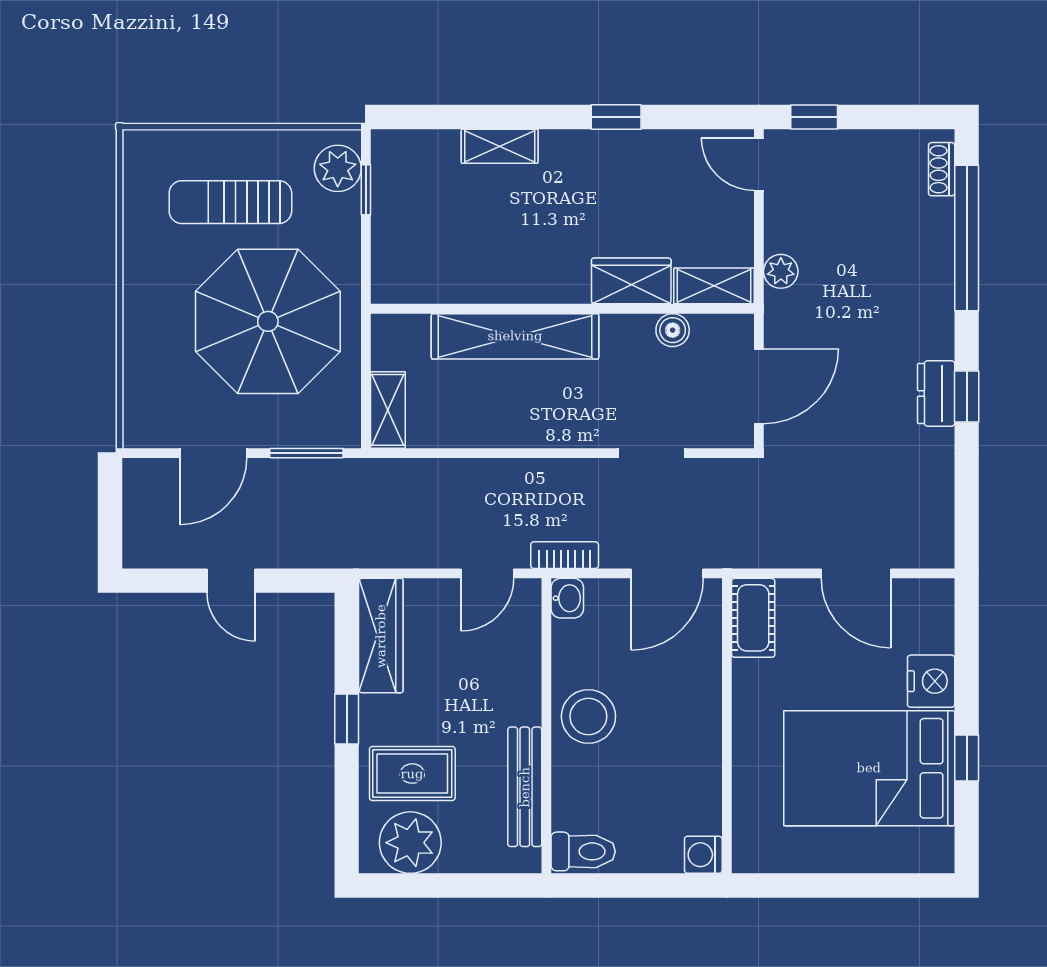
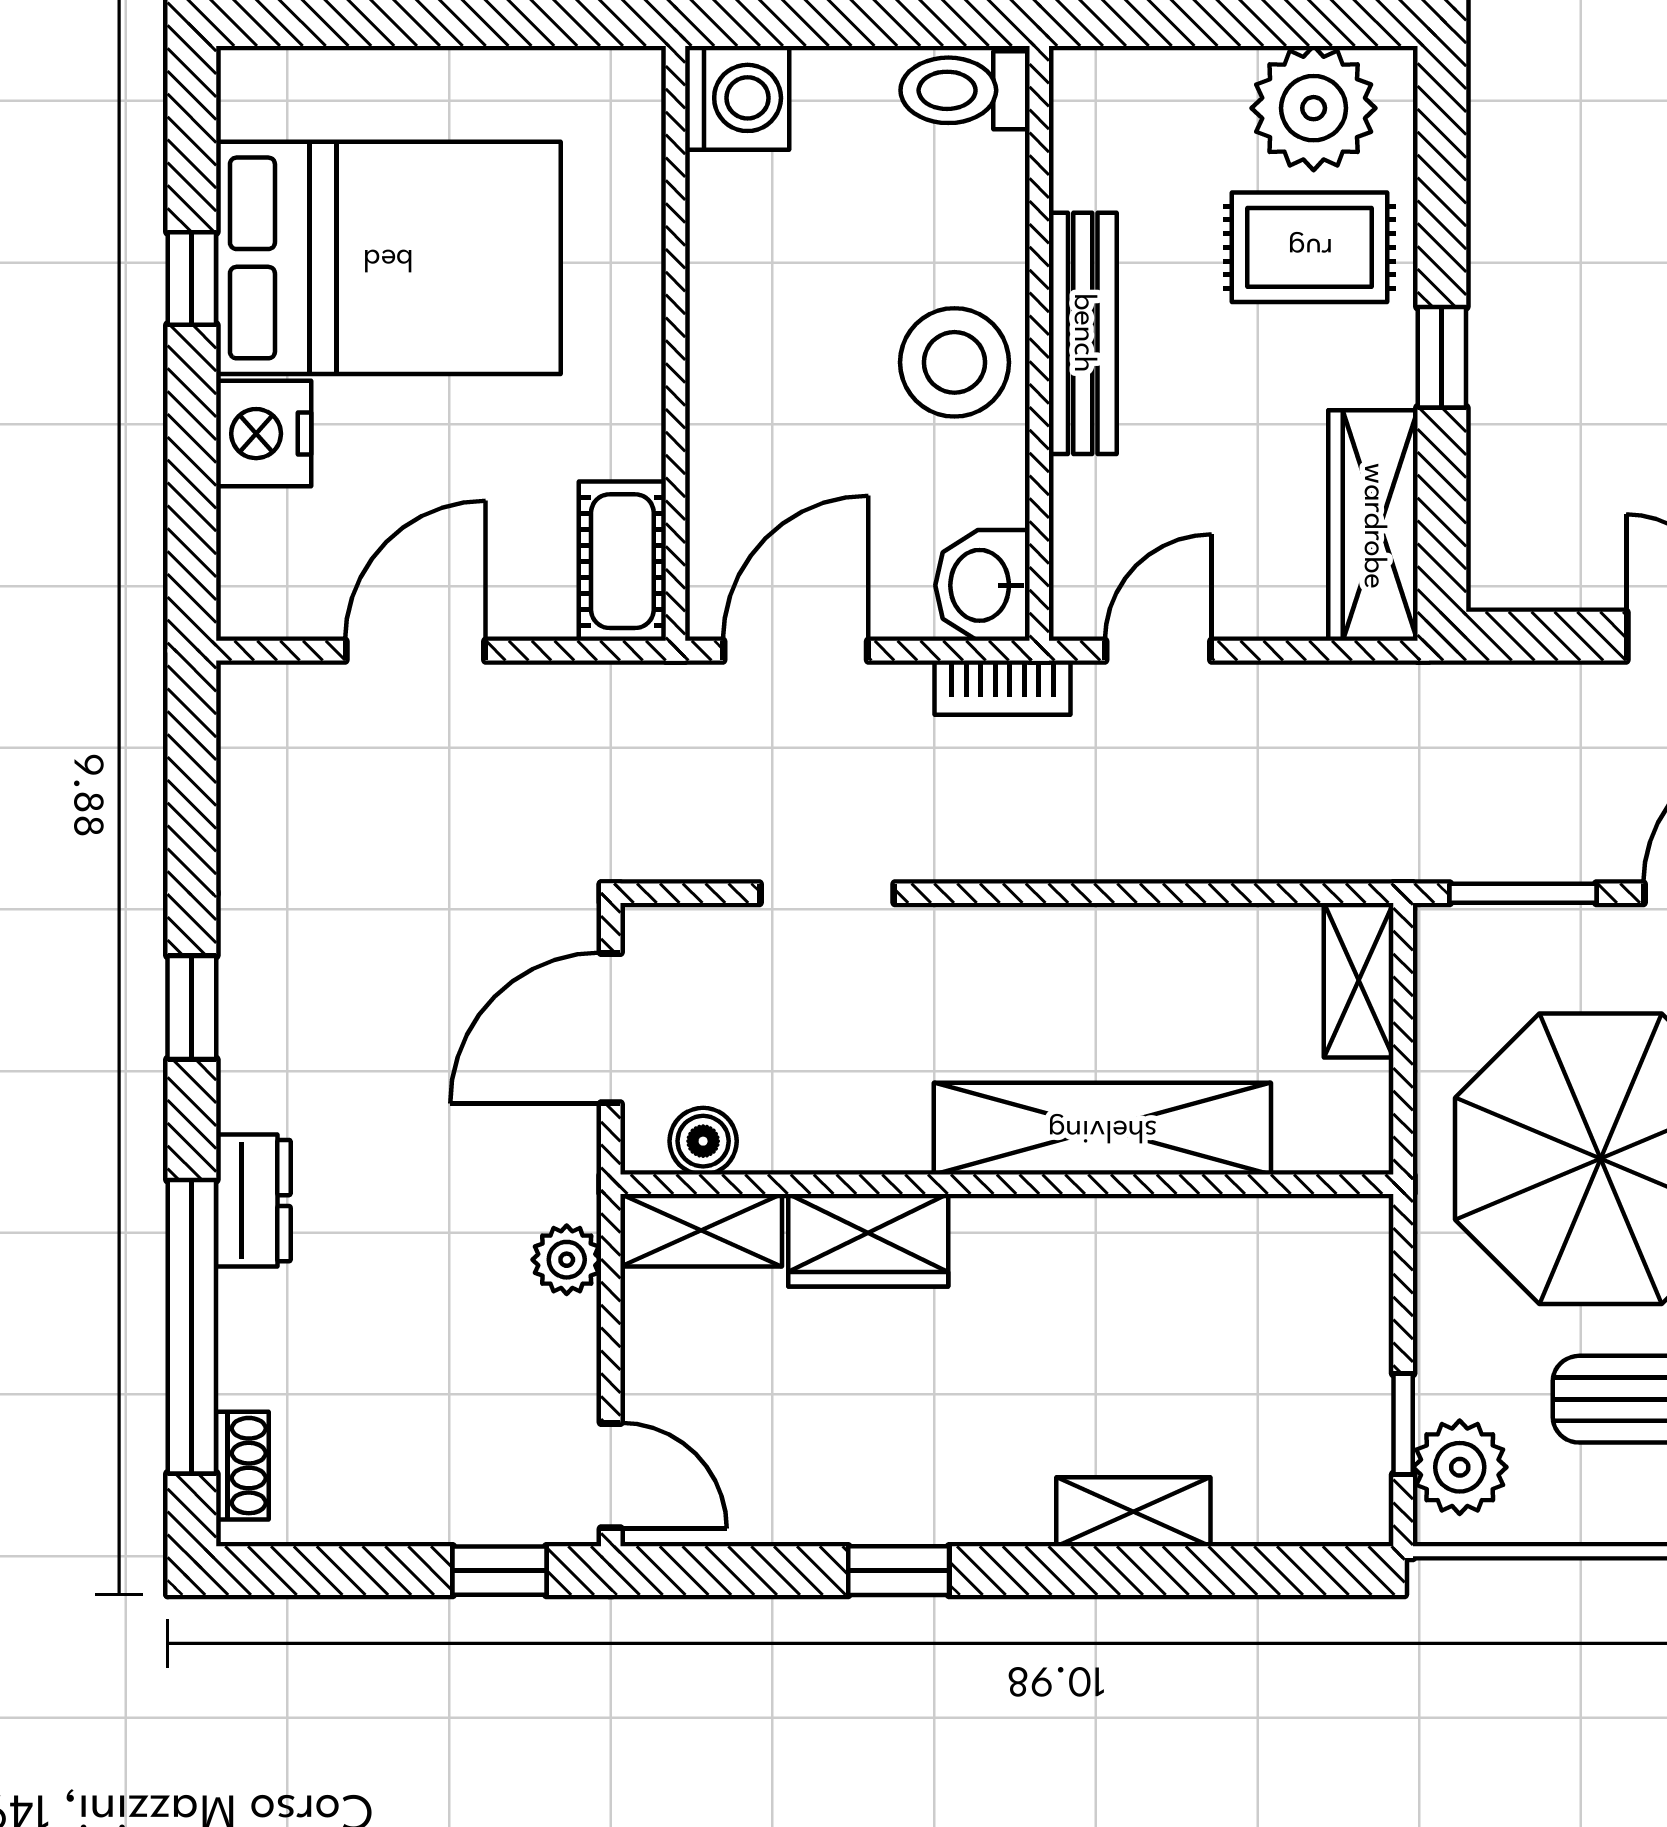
boiler: (673, 330) -> (703, 1141), moved
dresser: (936, 394) -> (253, 1201), moved
door: (856, 573) -> (415, 651), hinge flipped
washbasin: (567, 598) -> (983, 585), width x1.38, depth x1.45
bench: (525, 787) -> (1083, 333), moved
washing machine: (703, 855) -> (737, 98), width x1.38, depth x1.38

